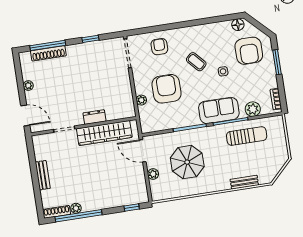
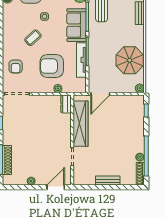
armchair: (159, 47) -> (16, 67), turned -90
dresser: (94, 117) -> (66, 104), moved
tv unit: (179, 122) -> (81, 60), added
parasol: (187, 162) -> (130, 60), moved
plant: (153, 174) -> (140, 88), moved

